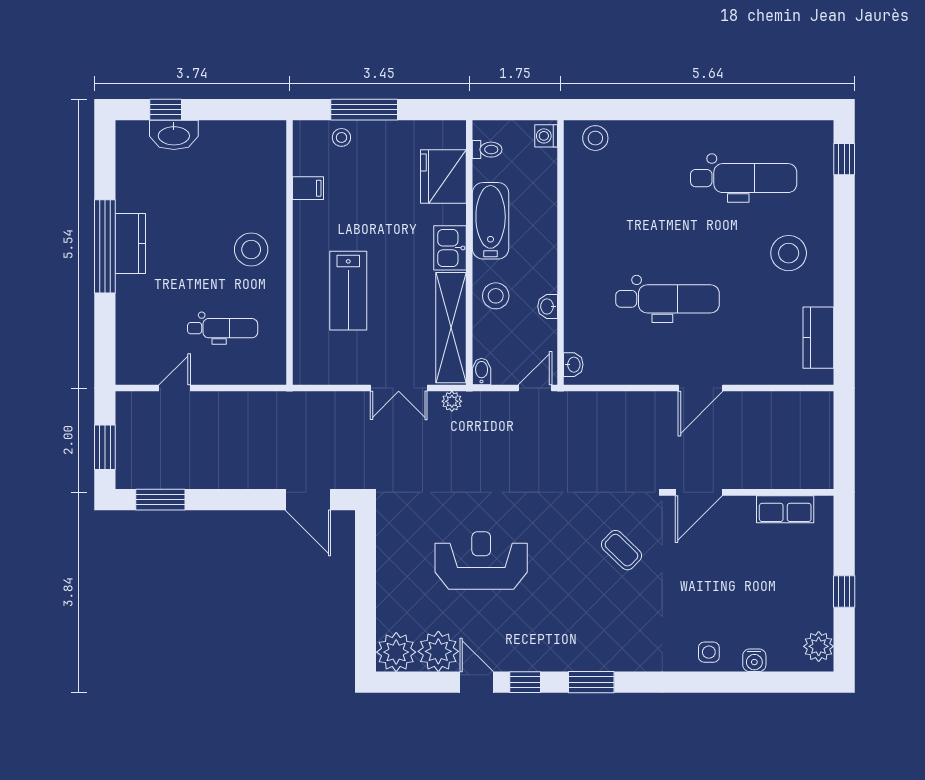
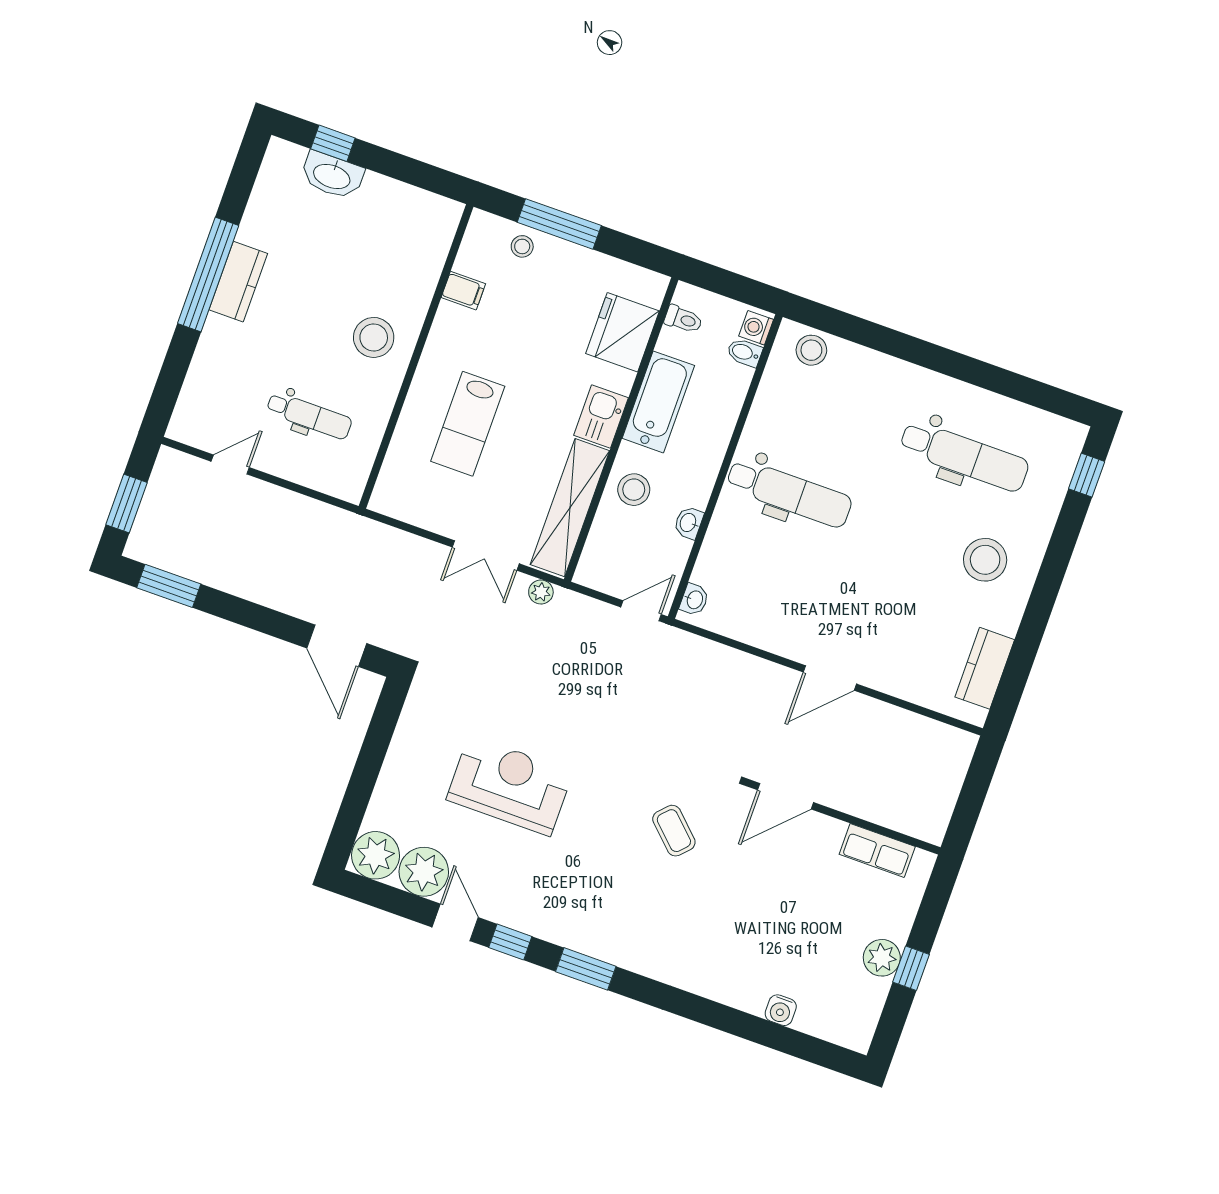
dental chair: (668, 299) -> (789, 493), moved
bidet: (482, 372) -> (745, 353), moved, turned -90
plant: (819, 646) -> (882, 958), moved
side table: (709, 652) -> (732, 982), removed

